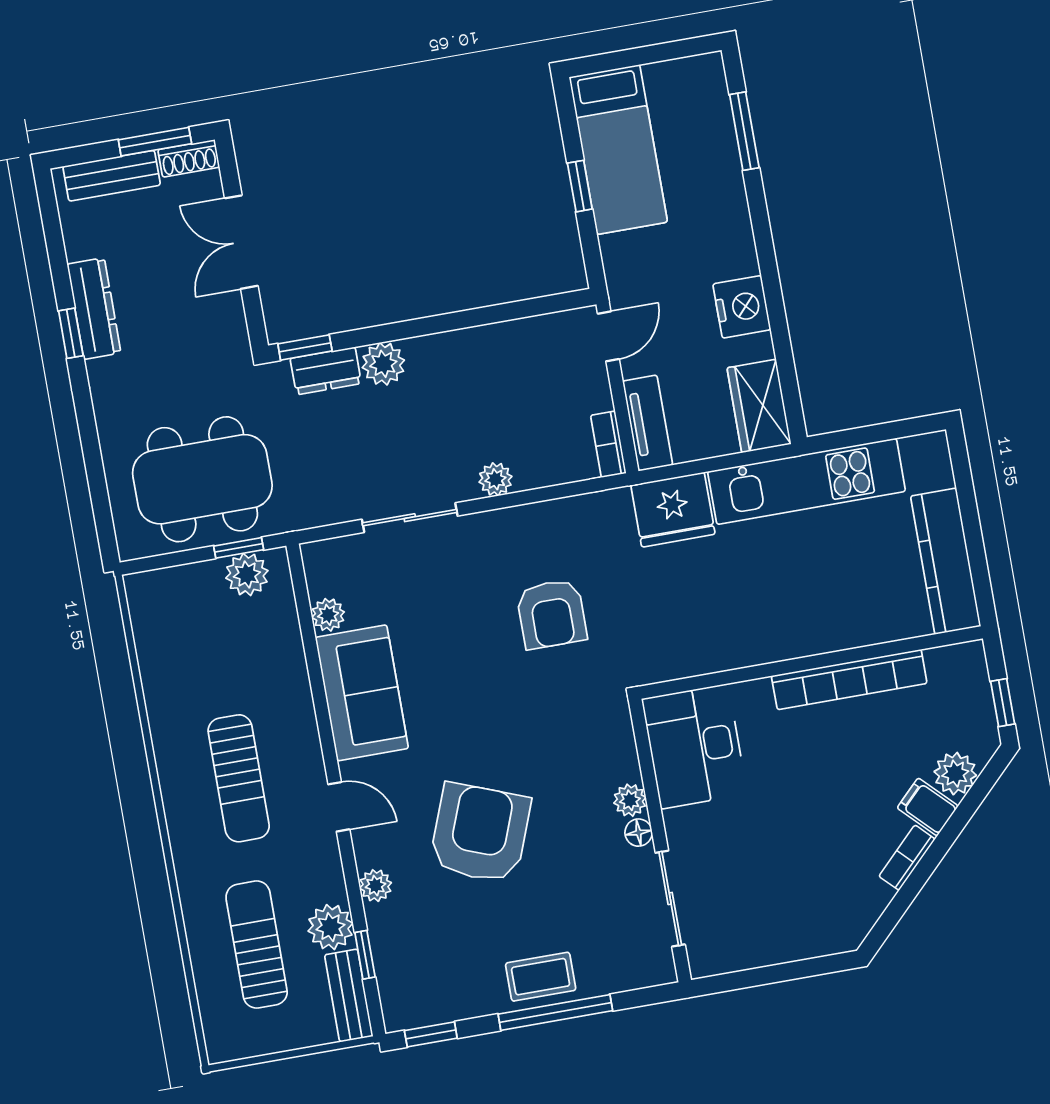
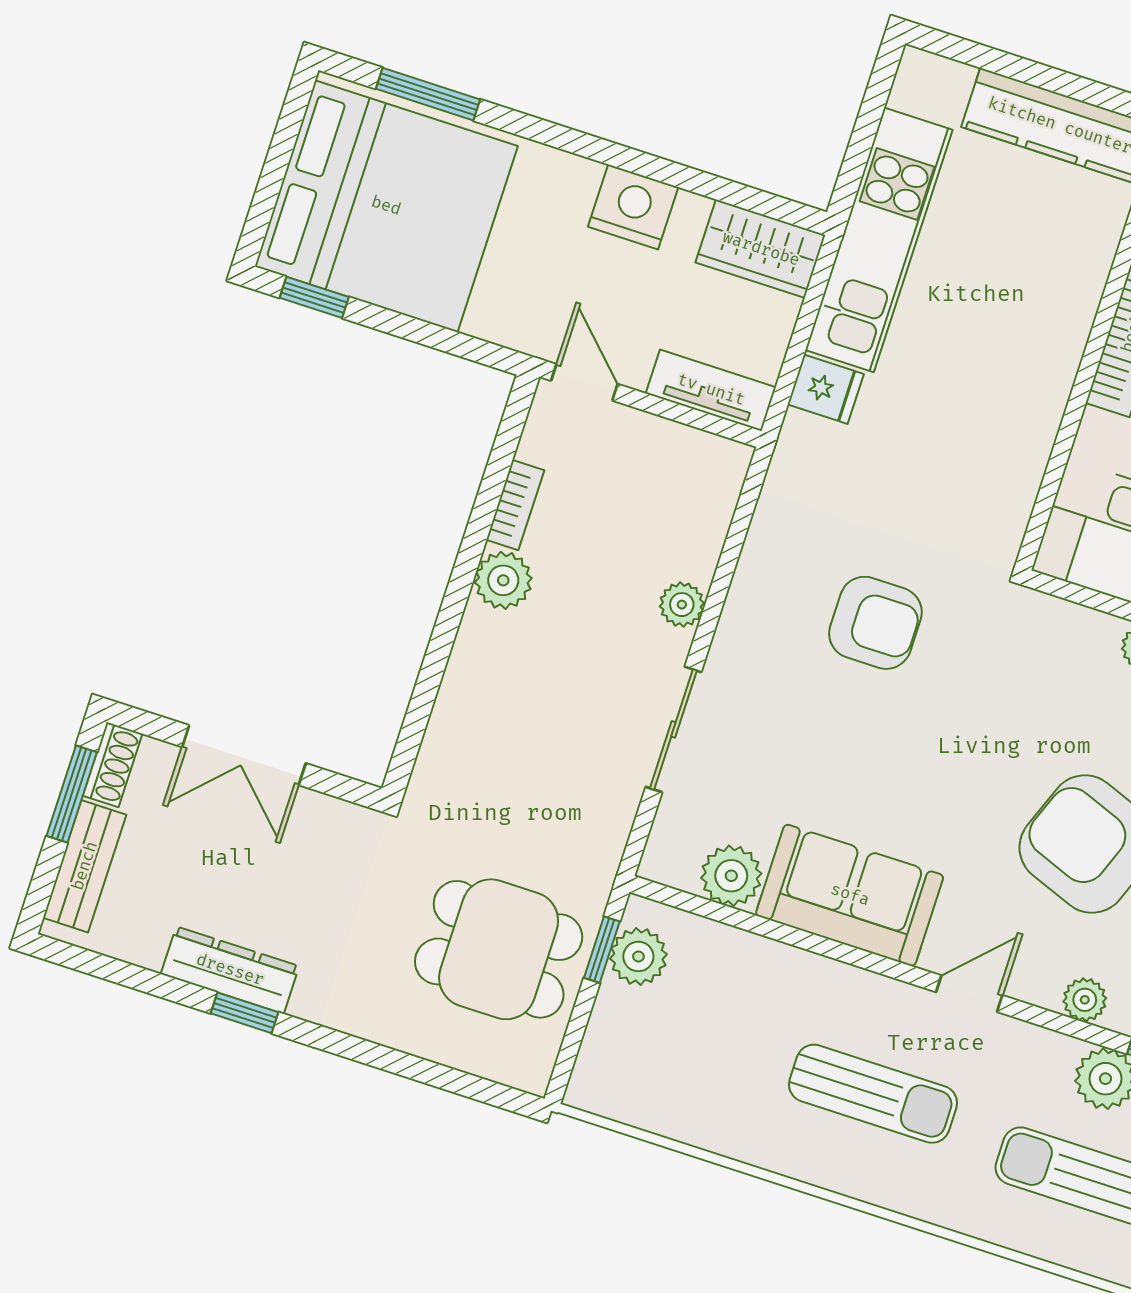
bed: (618, 150) -> (386, 206), width x2.04
window: (580, 186) -> (314, 297), moved
window: (305, 347) -> (408, 746), removed
plant: (383, 364) -> (503, 580), moved
dresser: (326, 371) -> (448, 736), removed
bookcase: (608, 444) -> (515, 505), moved, turned -90
dining table: (202, 479) -> (499, 949), width x0.73
fridge: (673, 510) -> (826, 389), width x0.53, depth x0.75
plant: (328, 615) -> (731, 876), width x1.38, depth x1.38

